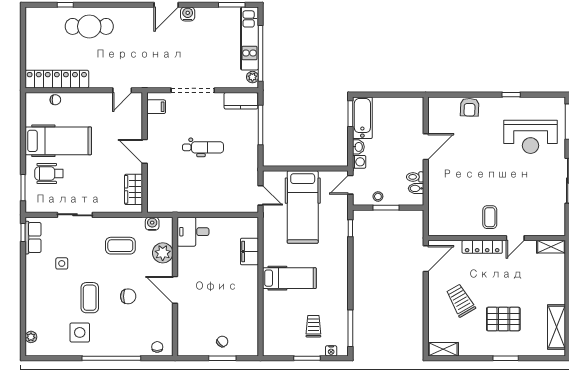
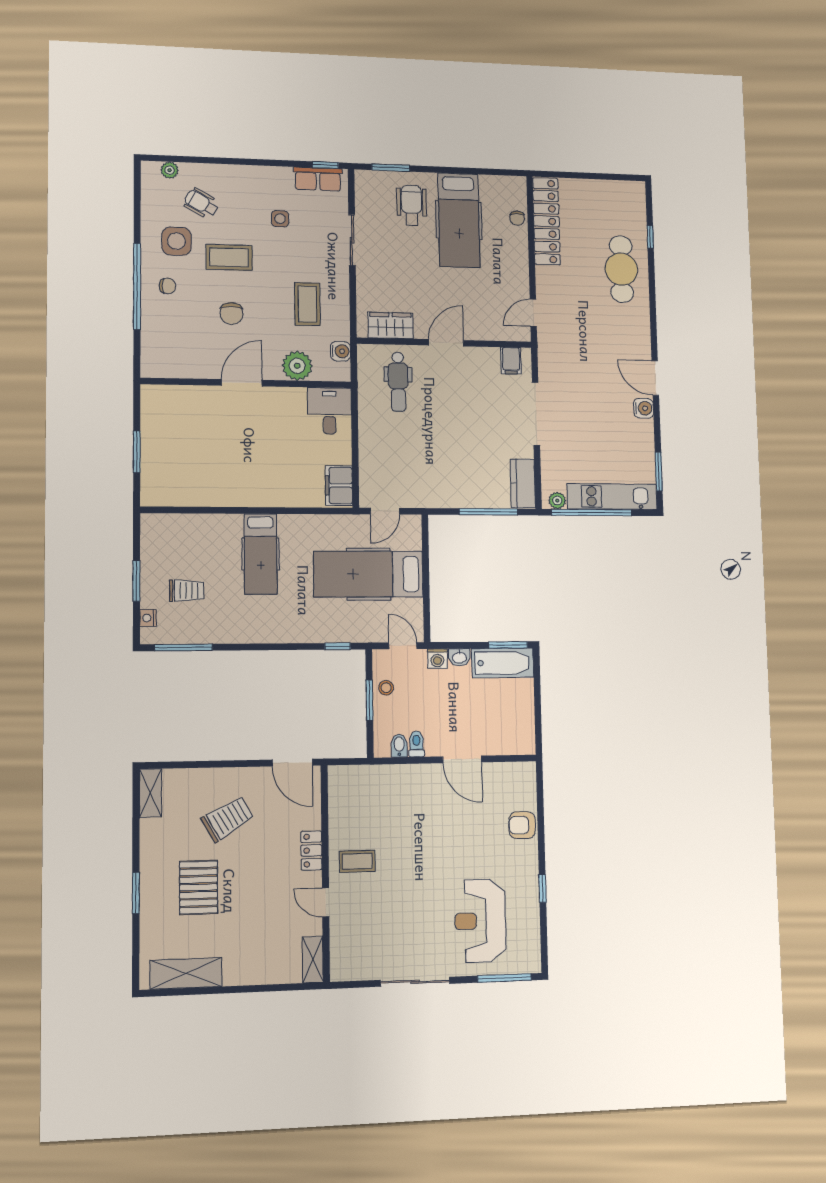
door: (122, 90) -> (533, 313), hinge flipped
dental chair: (203, 147) -> (398, 382), moved
locker: (482, 247) -> (311, 850), width x0.66
filing cabinet: (249, 252) -> (339, 486), moved, turned -90
wheelchair: (53, 316) -> (201, 203), added
chair: (222, 341) -> (163, 452), removed
chair: (157, 347) -> (168, 286), moved

